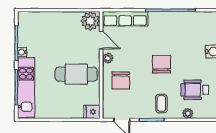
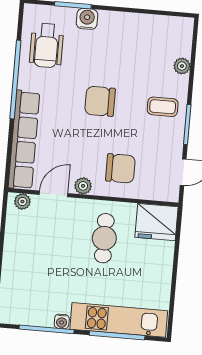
row of seats: (125, 19) -> (24, 140), width x1.36
plant: (90, 21) -> (22, 201), width x0.53, depth x0.53
cafe table: (76, 74) -> (104, 238), width x0.73, depth x0.74
wheelchair: (195, 90) -> (46, 45), moved
fridge: (92, 112) -> (157, 222), width x1.88, depth x1.34

